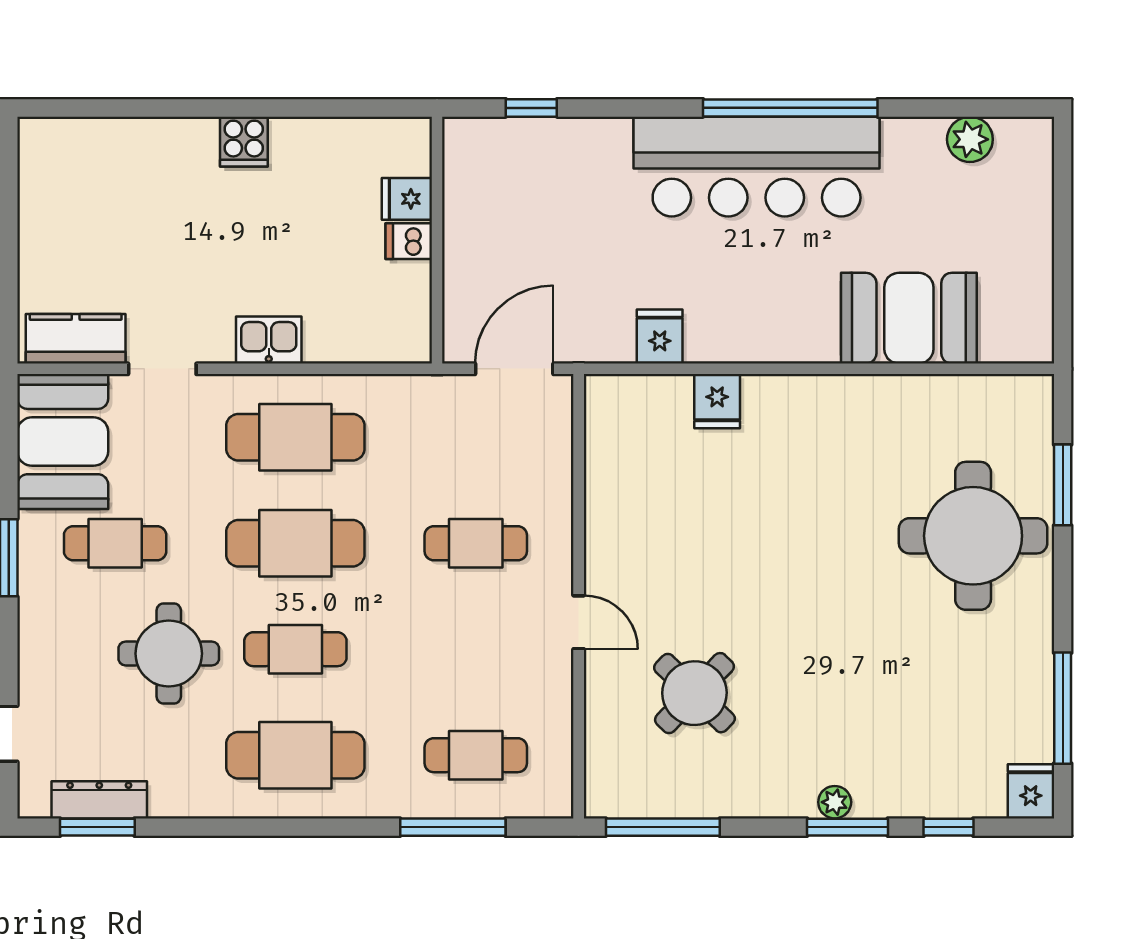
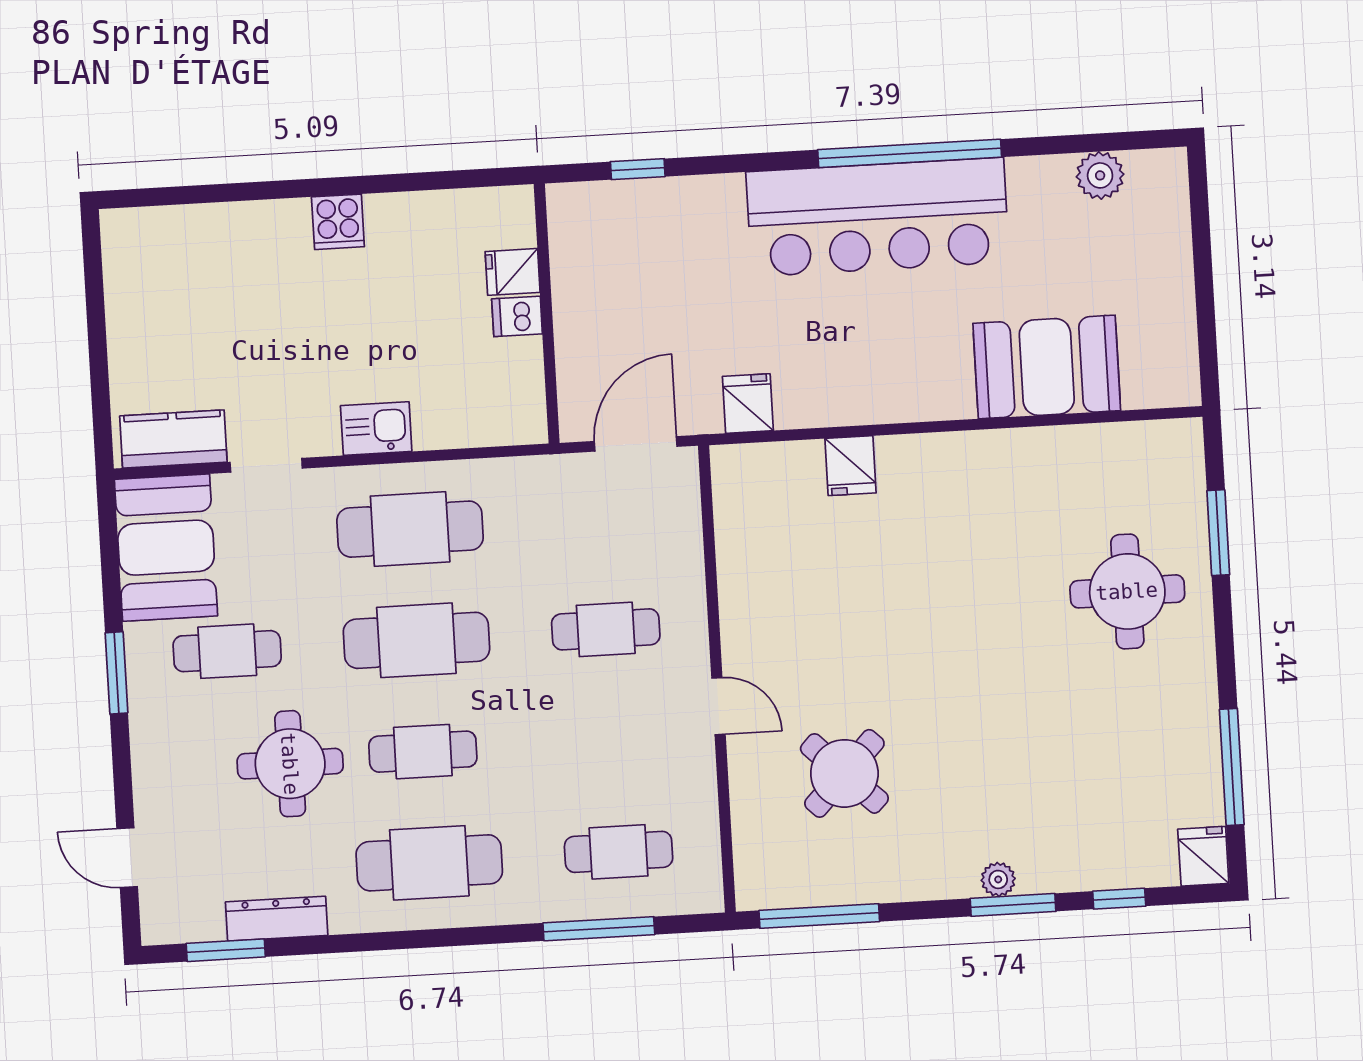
fridge: (660, 337) -> (748, 404), moved
round table: (973, 536) -> (1127, 591), width x0.73, depth x0.73
dresser: (99, 800) -> (277, 919), moved

